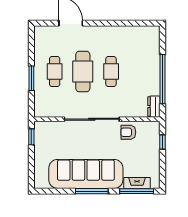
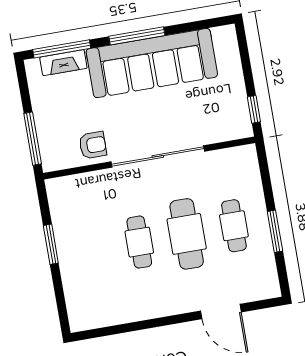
window: (31, 78) -> (275, 231), moved
window: (162, 79) -> (51, 244), width x0.47
dresser: (154, 107) -> (57, 196), removed
window: (162, 142) -> (33, 139), width x2.17

